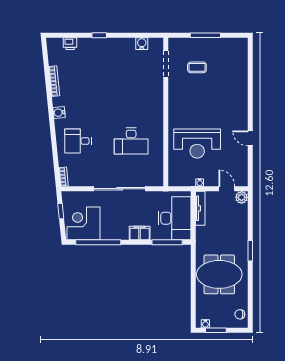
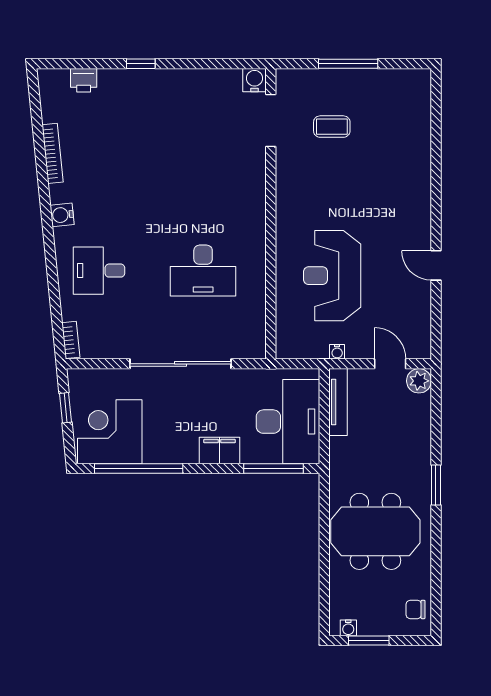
water cooler: (142, 44) -> (255, 80), moved
reception desk: (197, 144) -> (332, 276), turned 90

